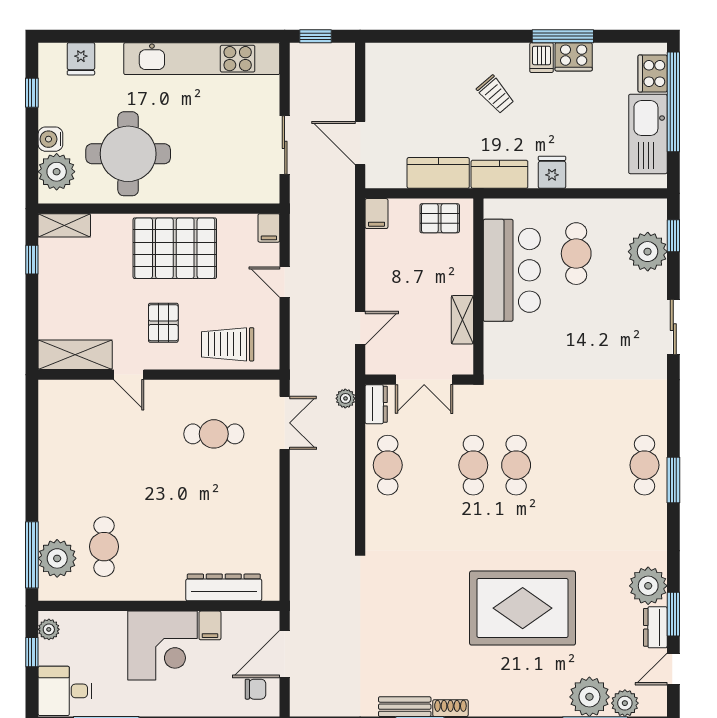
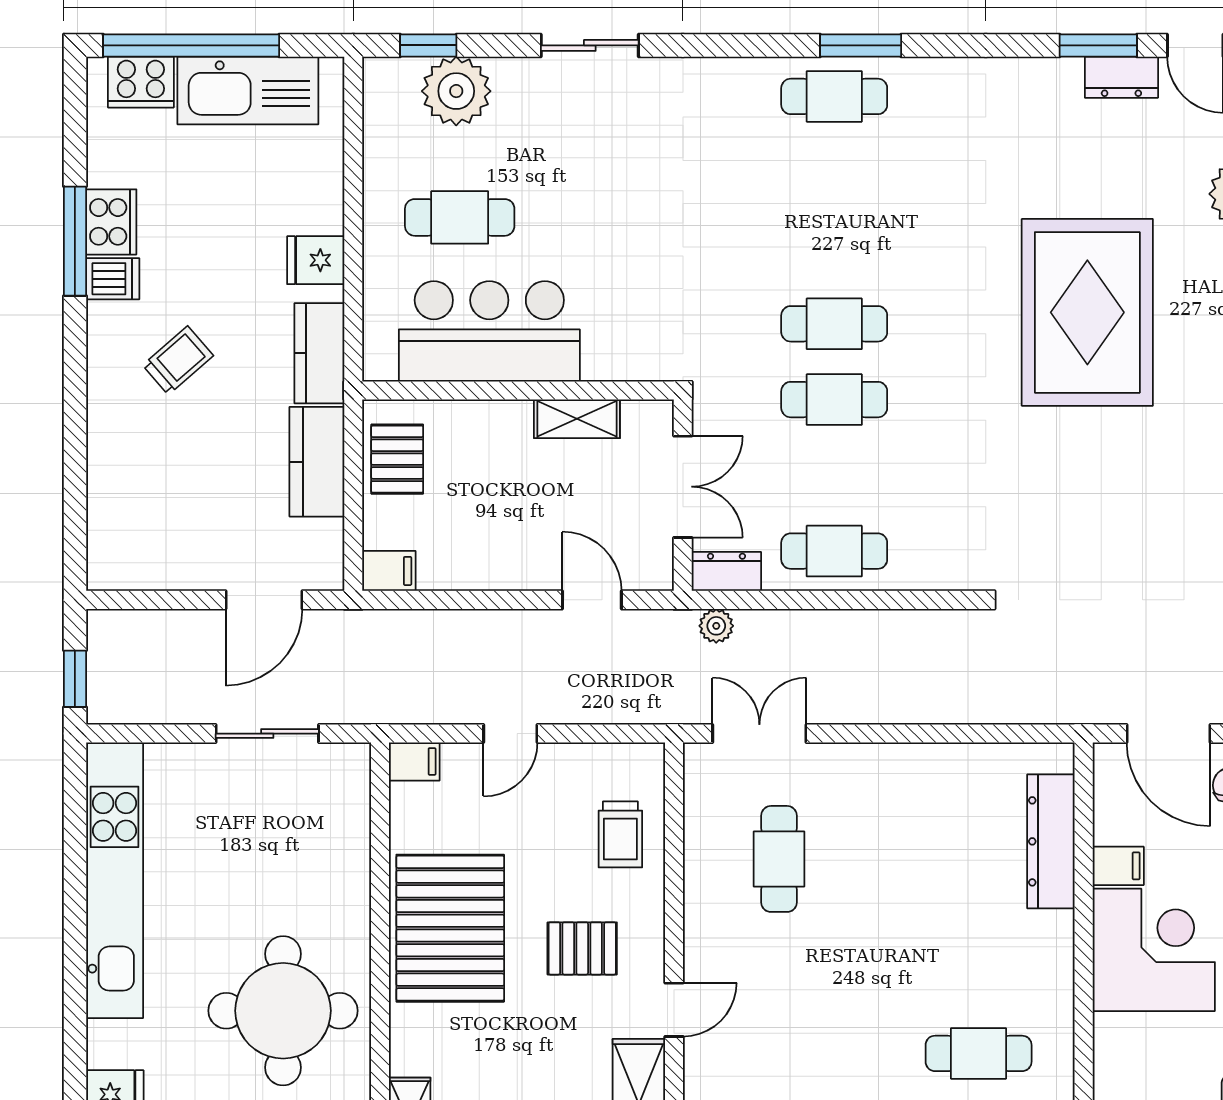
trolley: (228, 344) -> (620, 834), width x0.73, depth x0.72
plant: (648, 586) -> (1048, 90), removed

